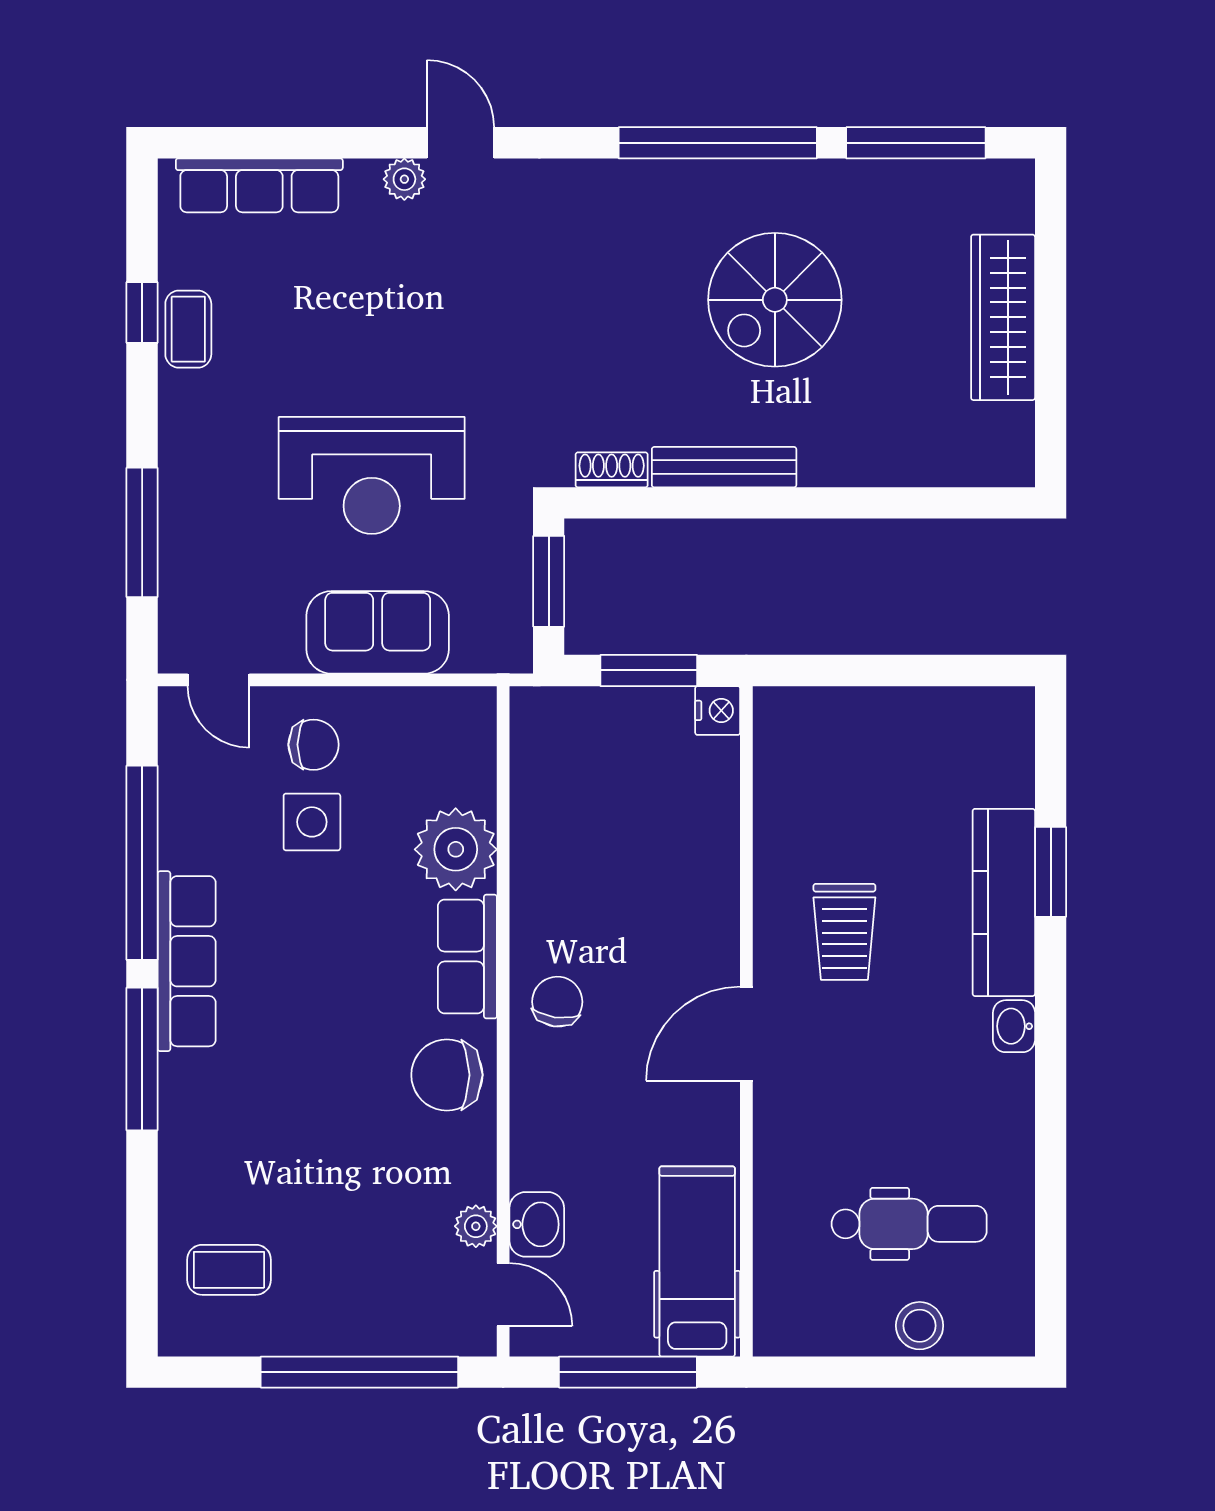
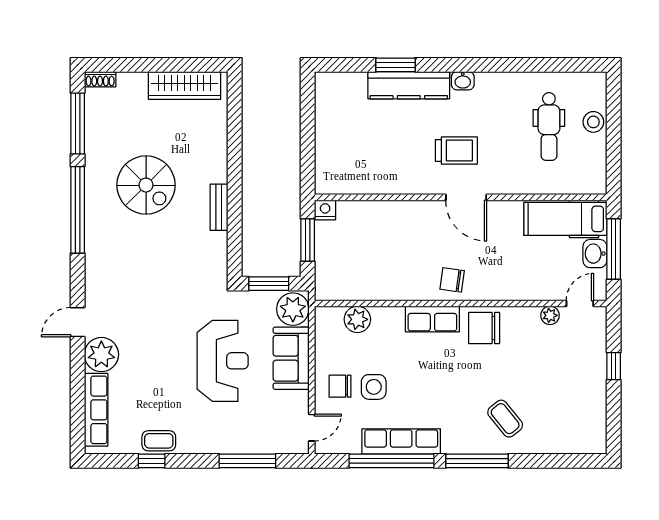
plant: (404, 179) -> (101, 355), width x1.87, depth x1.87
wardrobe: (1003, 317) -> (184, 86), moved
bench: (724, 467) -> (219, 207), width x0.73
shoe rack: (612, 470) -> (100, 79), moved, turned -90
plant: (490, 636) -> (293, 309), added
chair: (314, 745) -> (340, 386), turned -90
plant: (456, 849) -> (357, 319), moved, width x0.73, depth x0.73
trolley: (844, 932) -> (456, 151), moved
row of seats: (187, 961) -> (401, 442), moved
chair: (447, 1075) -> (484, 328), turned 90
washbasin: (537, 1224) -> (595, 254), moved, turned -90
dental chair: (909, 1224) -> (549, 126), turned 180
coffee table: (229, 1270) -> (505, 419), moved, turned -39
window: (359, 1372) -> (614, 366), width x0.32

